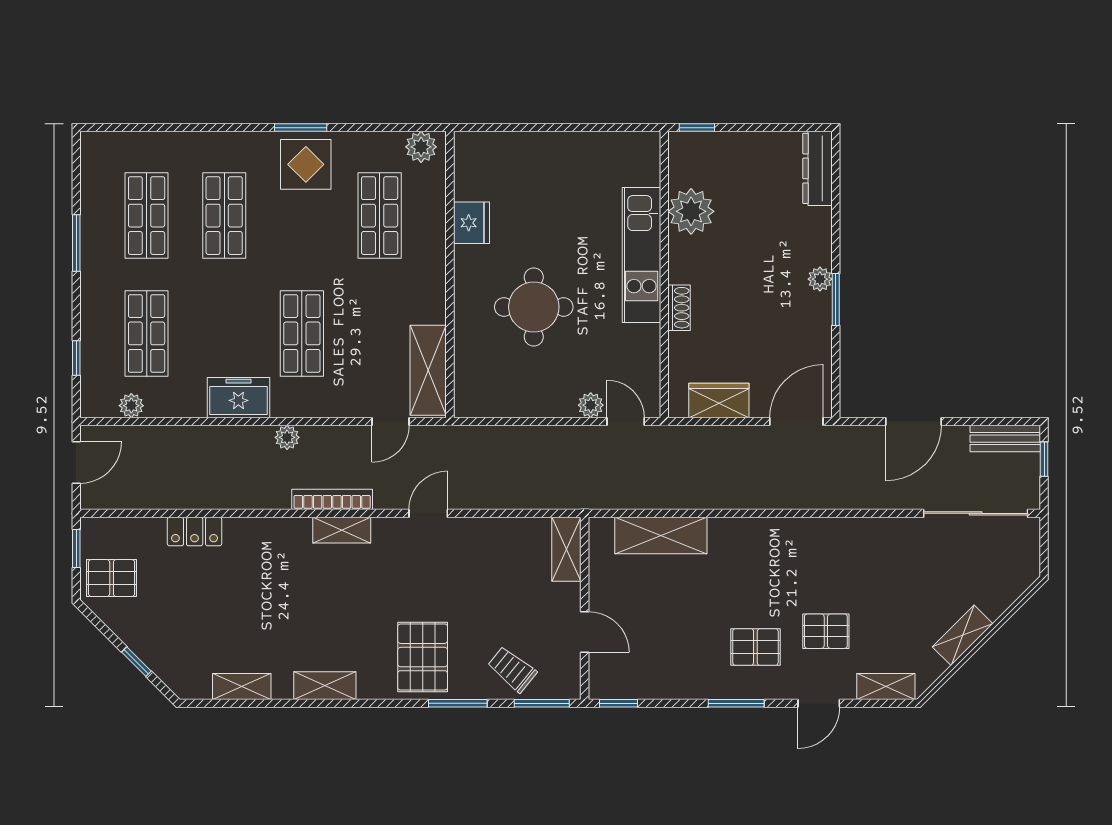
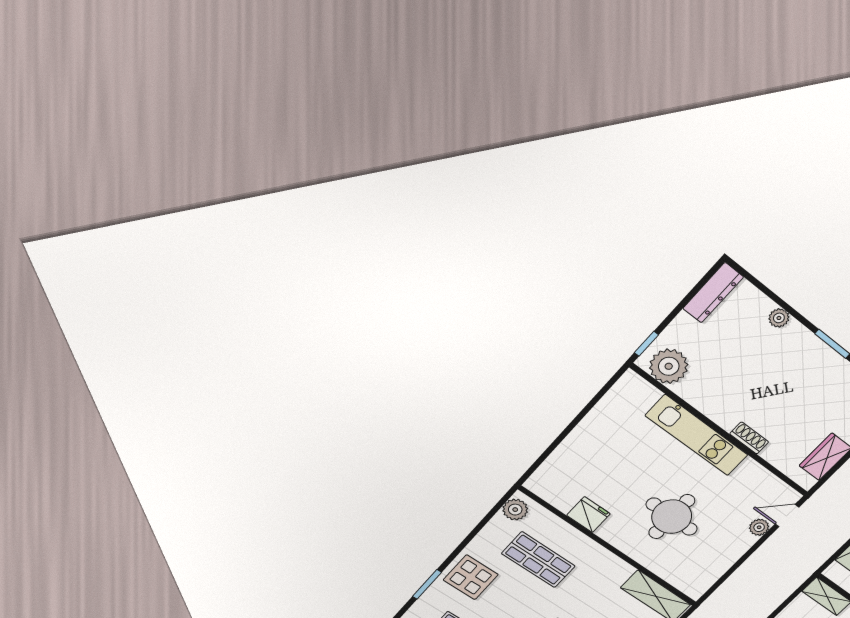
window: (301, 128) -> (427, 584), moved
dresser: (818, 168) -> (713, 293), moved, turned -90
plant: (691, 211) -> (669, 366), moved
plant: (820, 279) -> (779, 318), moved

